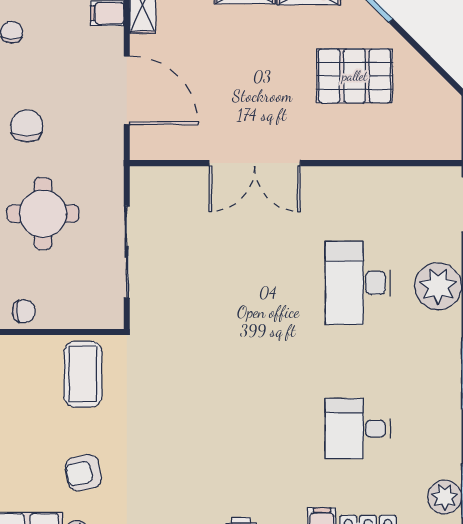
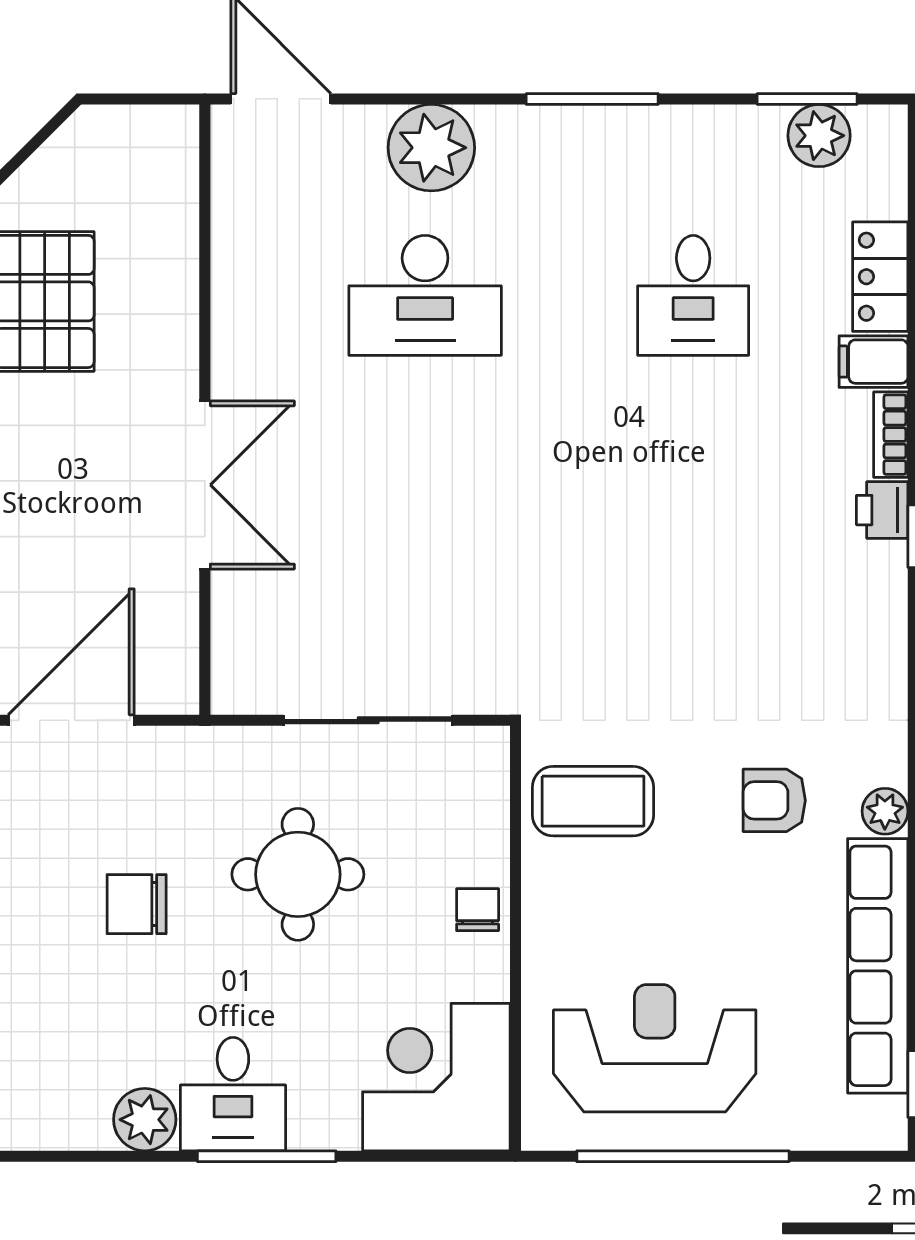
armchair: (83, 473) -> (774, 800), turned 101

